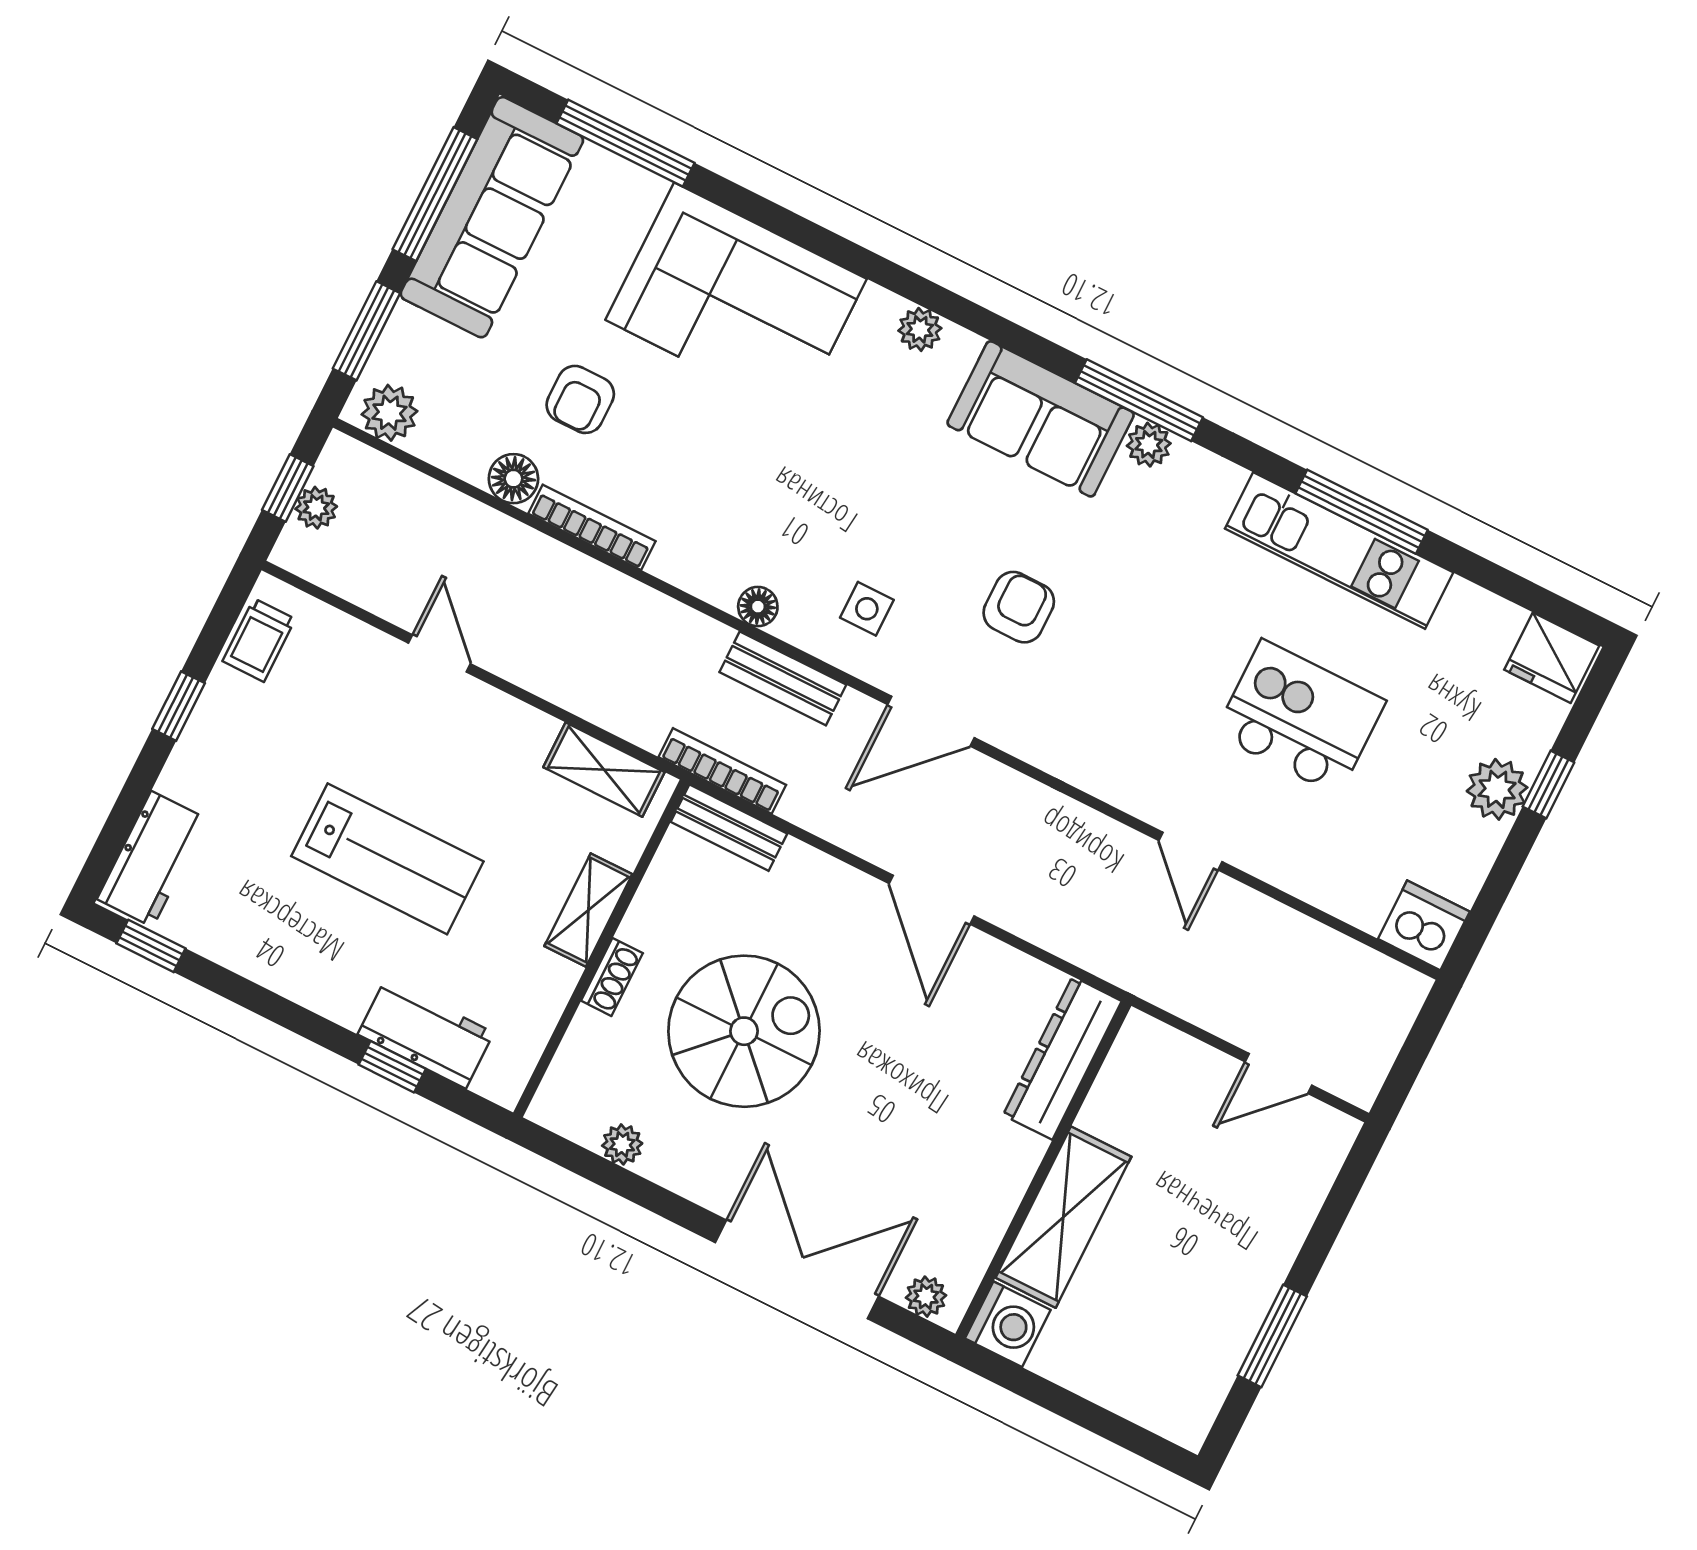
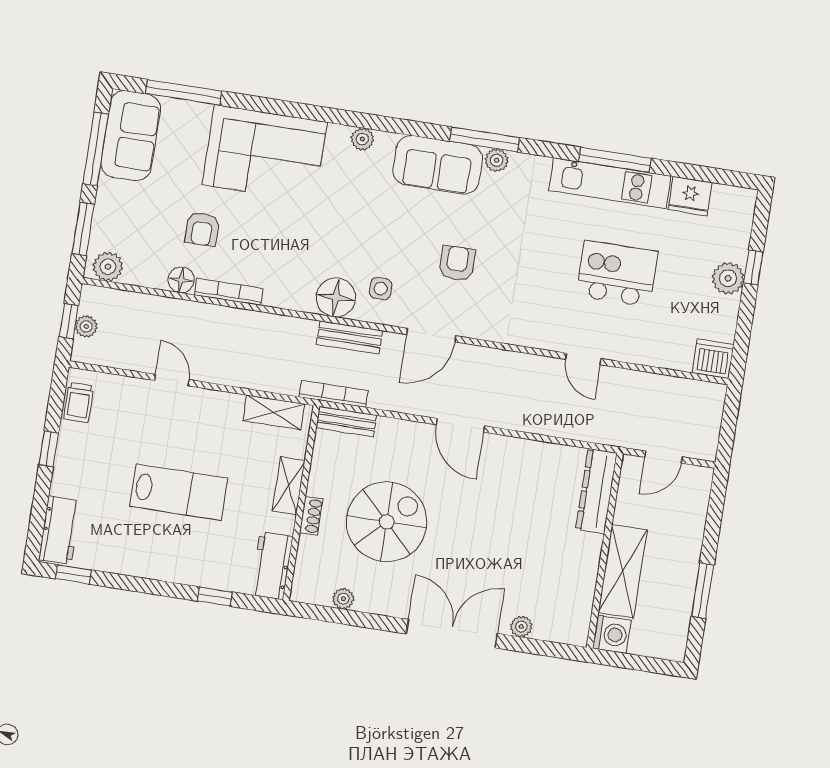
sofa: (492, 217) -> (131, 136), width x0.73
floor lamp: (758, 607) -> (336, 297), width x1.89, depth x1.89
fridge: (1552, 658) -> (690, 196), moved
workbench: (426, 1033) -> (272, 566), moved, turned -90
dresser: (1062, 1058) -> (596, 491), moved
wall: (1043, 1170) -> (605, 551), moved
shelving: (1063, 1217) -> (623, 571), moved
washing machine: (1008, 1324) -> (612, 634), moved

